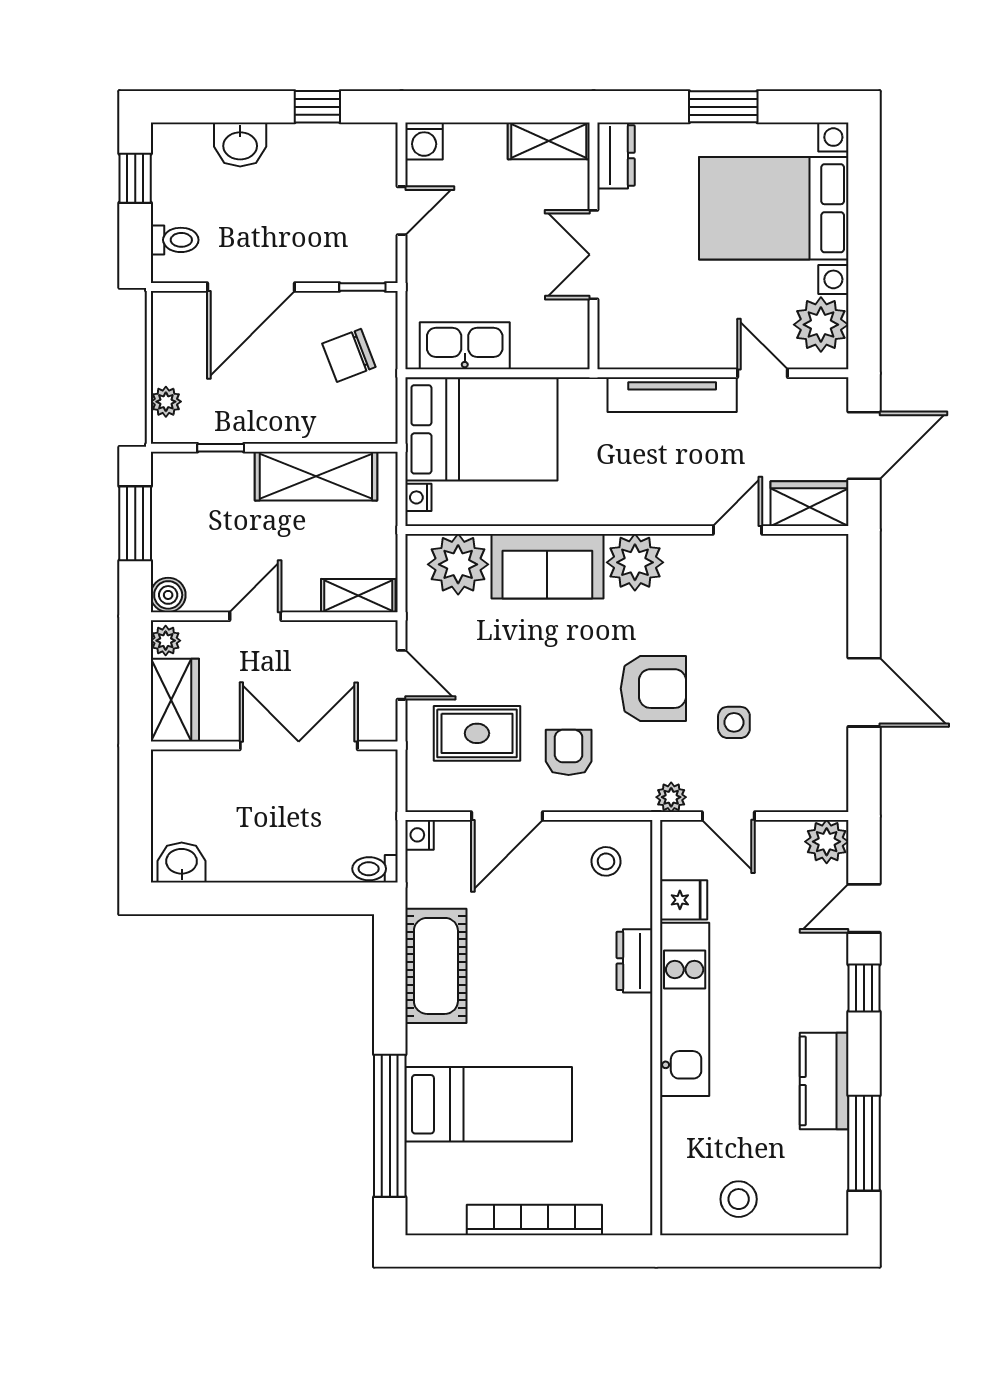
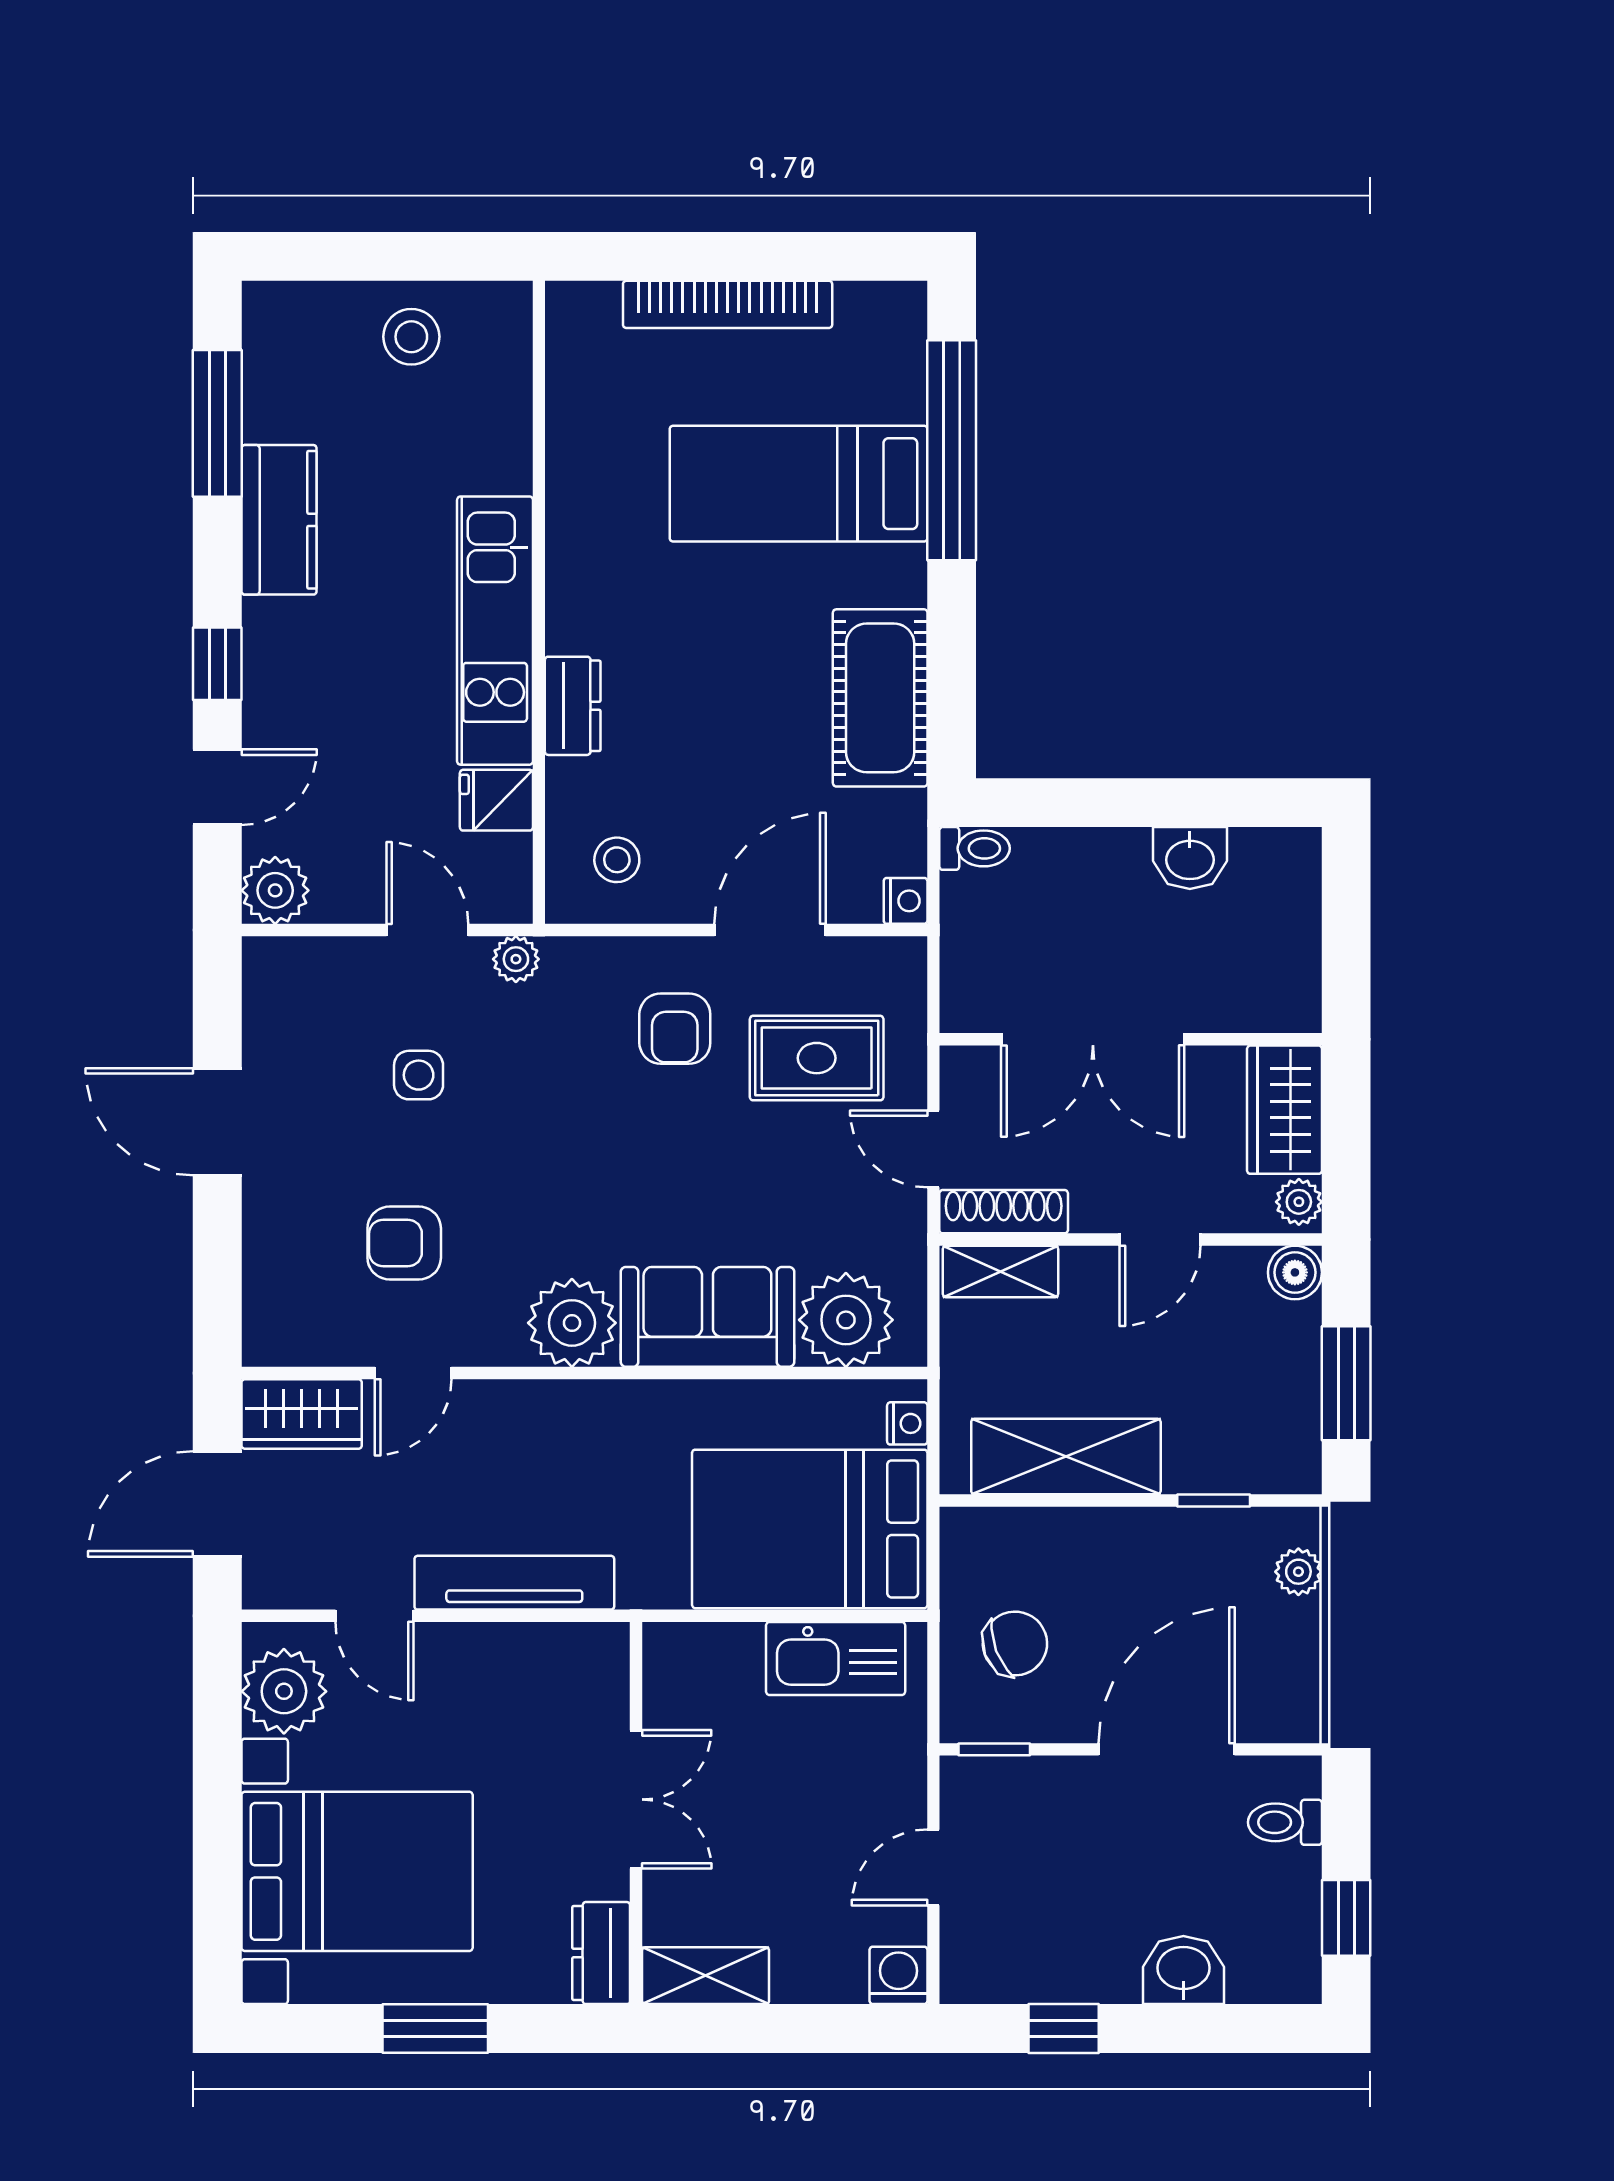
shoe rack: (356, 634) -> (1004, 1212), added
armchair: (653, 689) -> (404, 1243), moved, width x0.72, depth x0.72
washbasin: (182, 863) -> (1190, 858), moved

